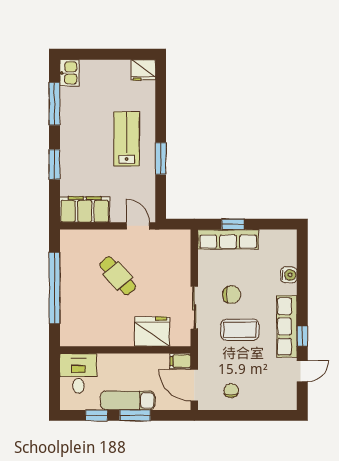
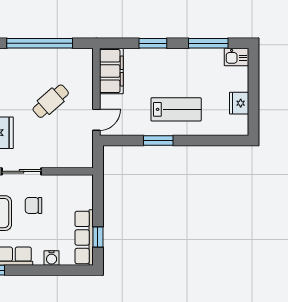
fridge: (143, 70) -> (239, 103), moved
window: (233, 224) -> (98, 237), moved
row of seats: (228, 239) -> (84, 237), moved
chair: (232, 295) -> (33, 205), turned 90

